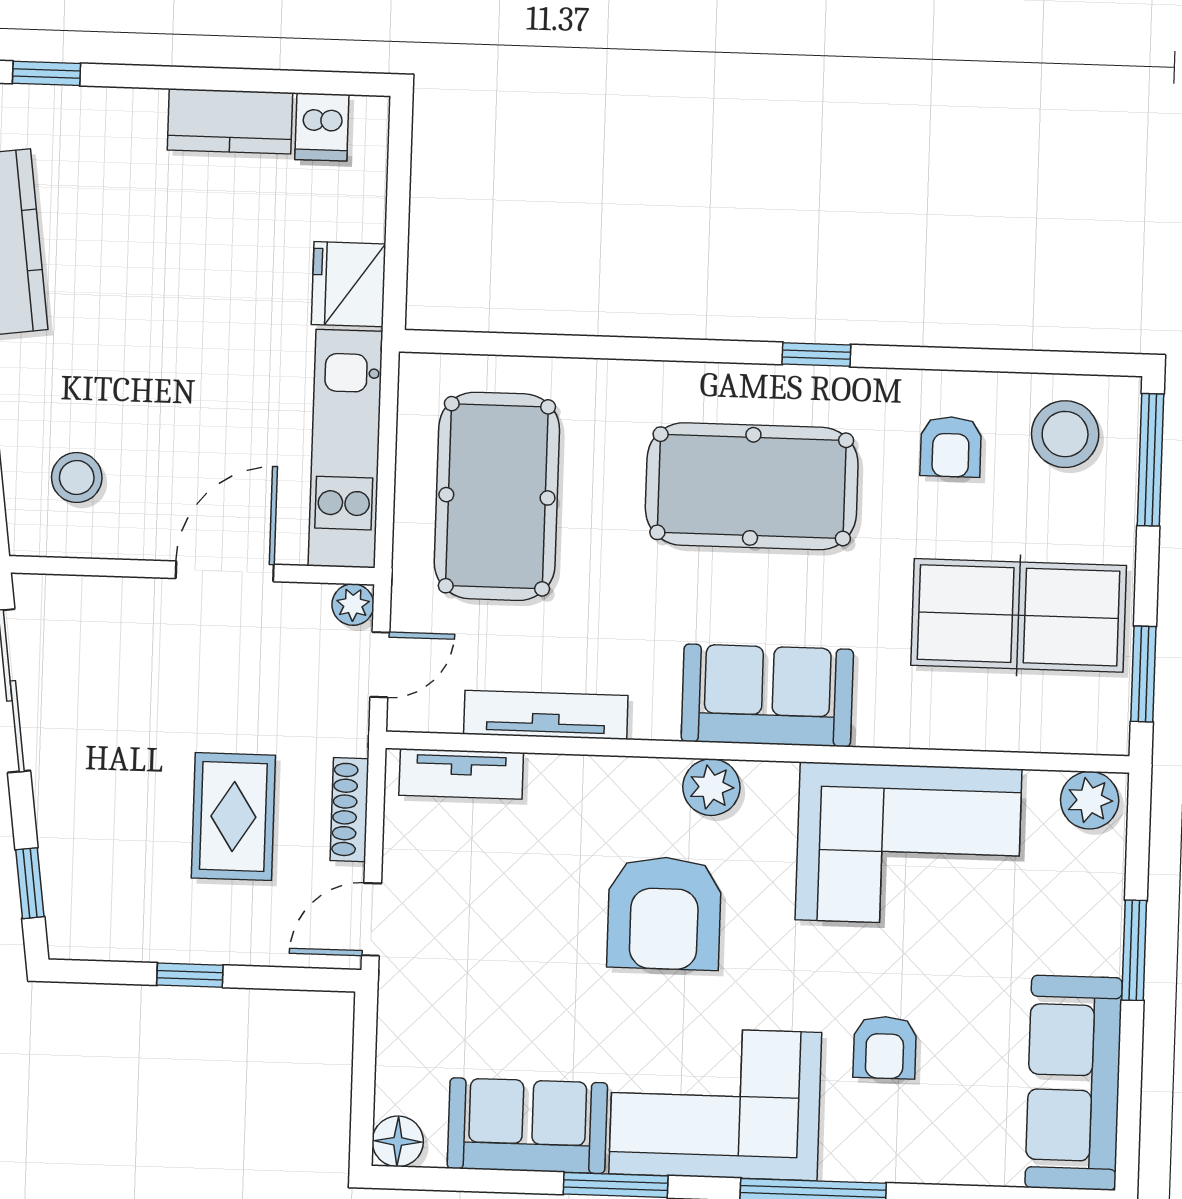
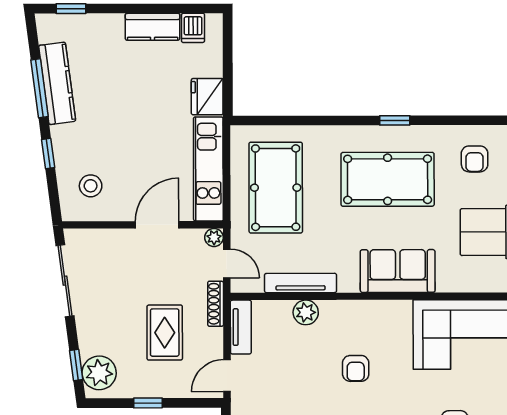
window: (816, 354) -> (395, 120), moved
door: (380, 665) -> (227, 263), hinge flipped
tv unit: (461, 774) -> (241, 327), moved, turned -90
plant: (711, 787) -> (306, 312), moved
shoe rack: (349, 810) -> (216, 304), moved
plant: (81, 903) -> (99, 373), added
armchair: (664, 913) -> (356, 368), width x0.53, depth x0.53

